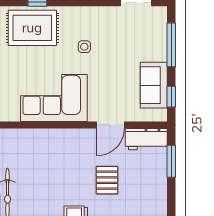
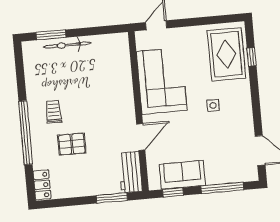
door: (110, 125) -> (141, 137), swing flipped
pallet: (107, 180) -> (72, 144), moved

